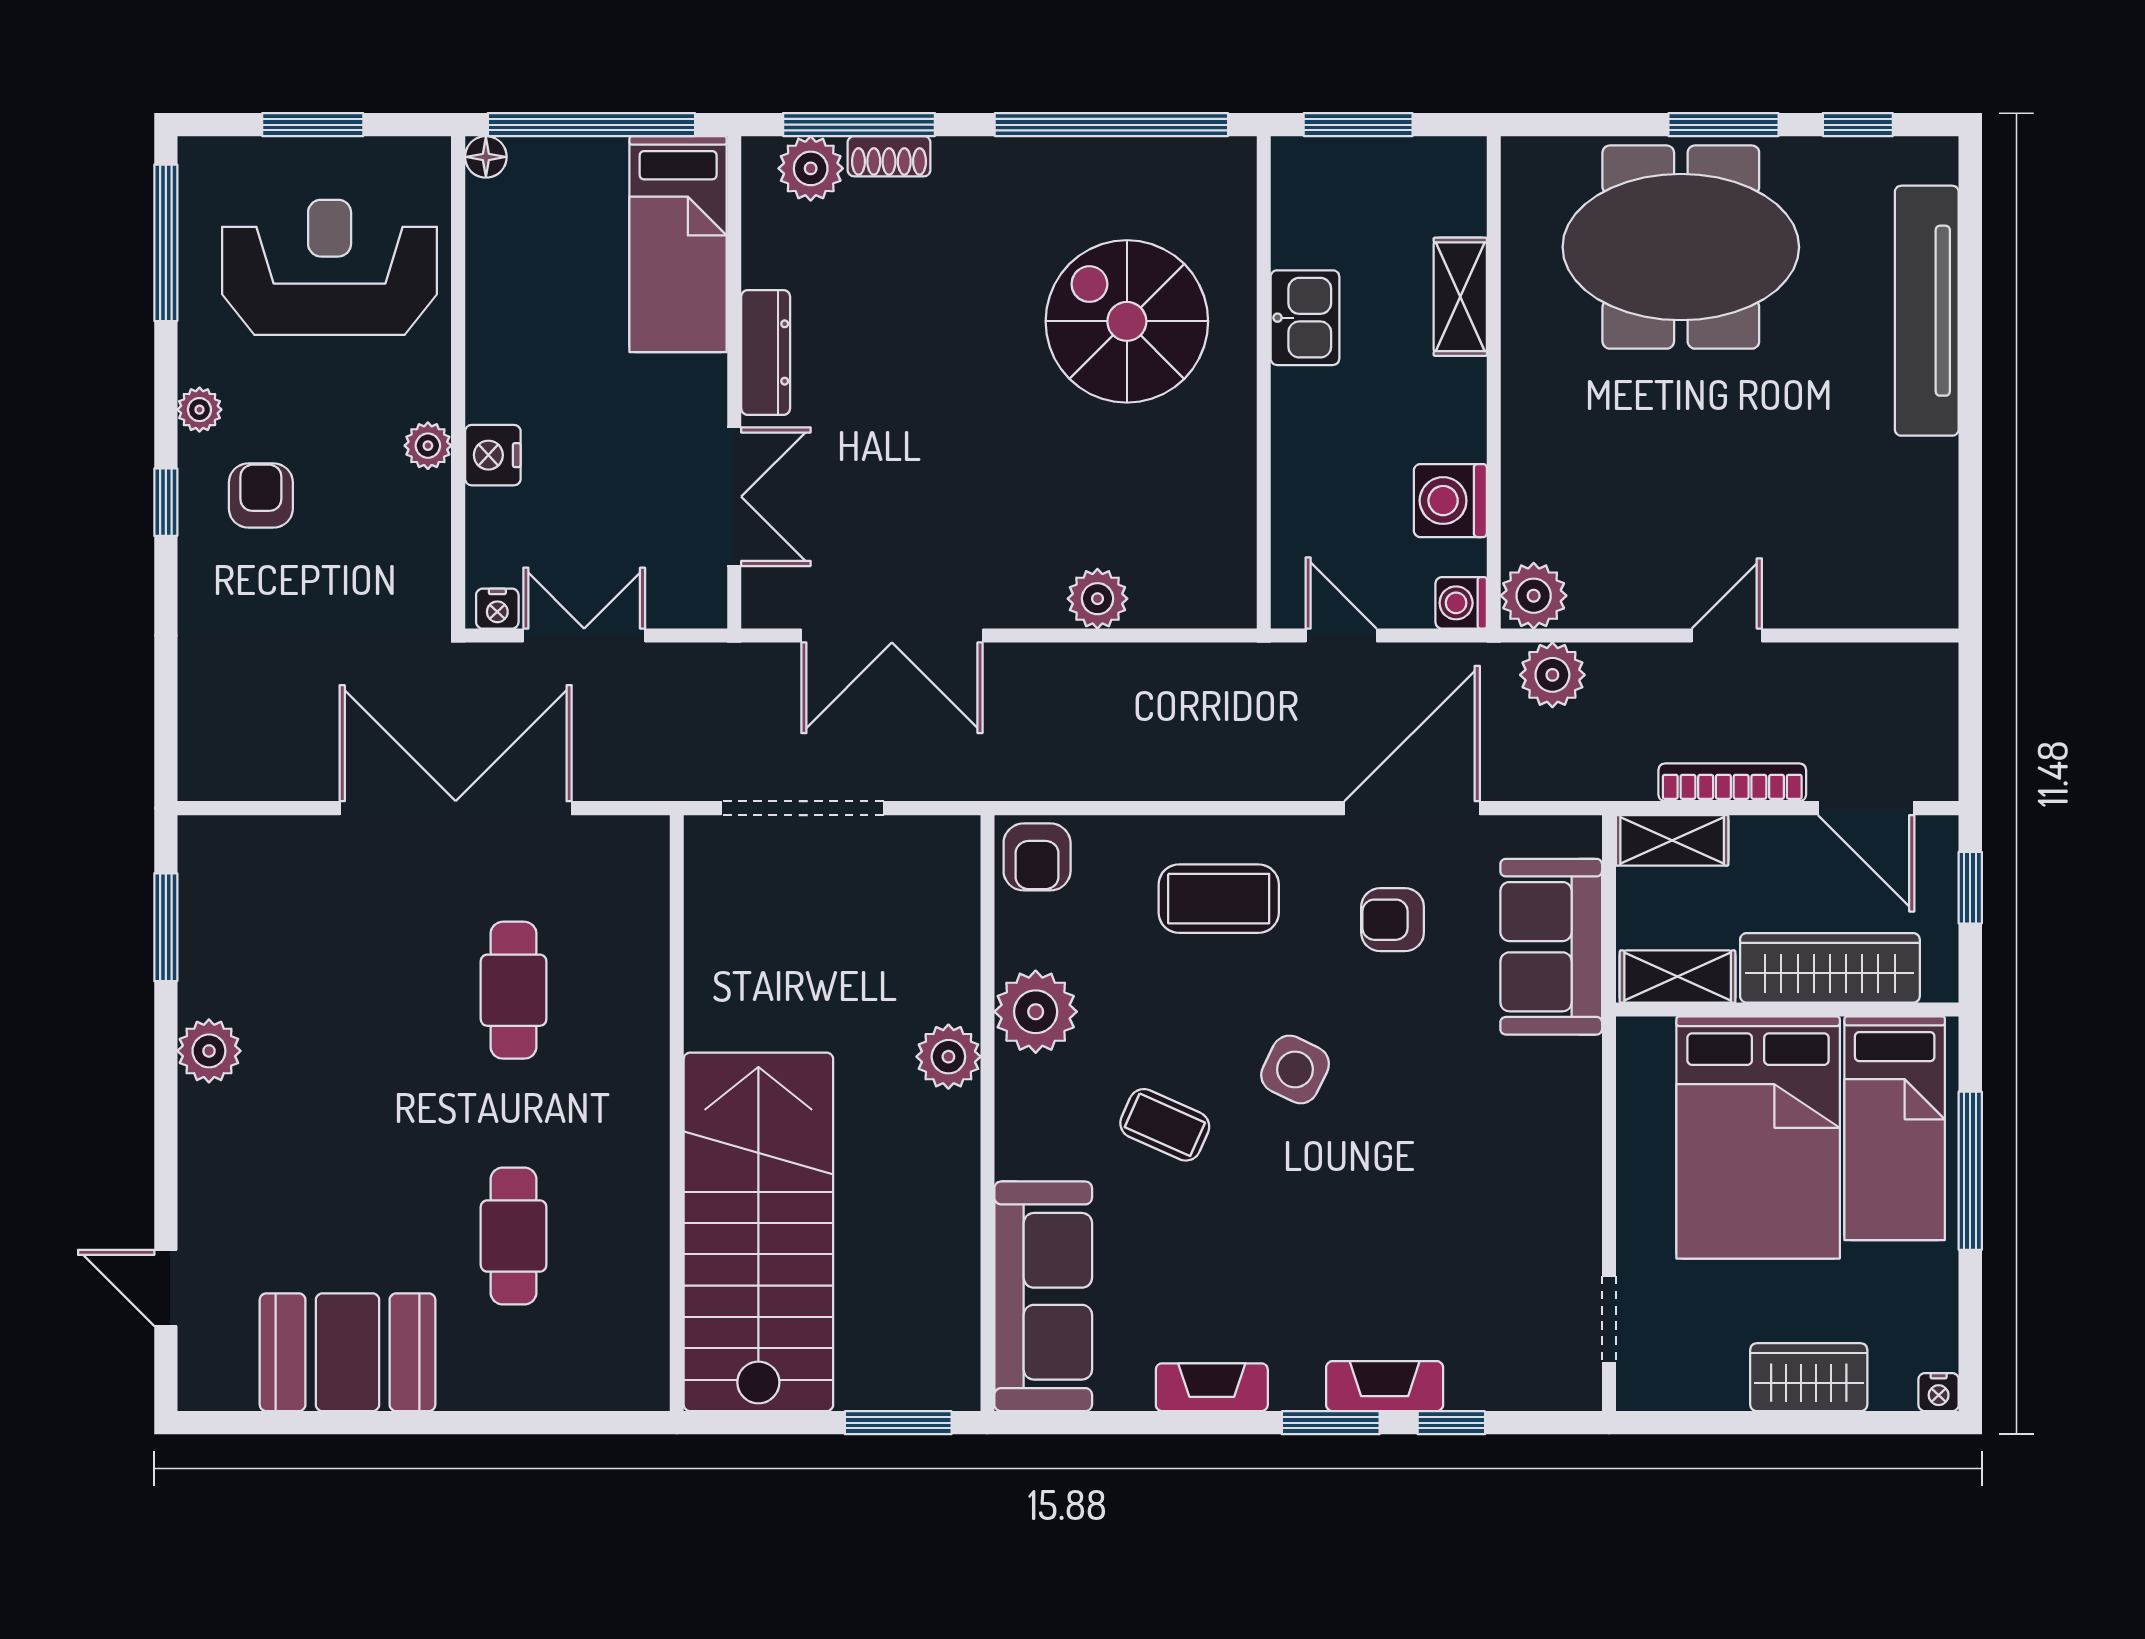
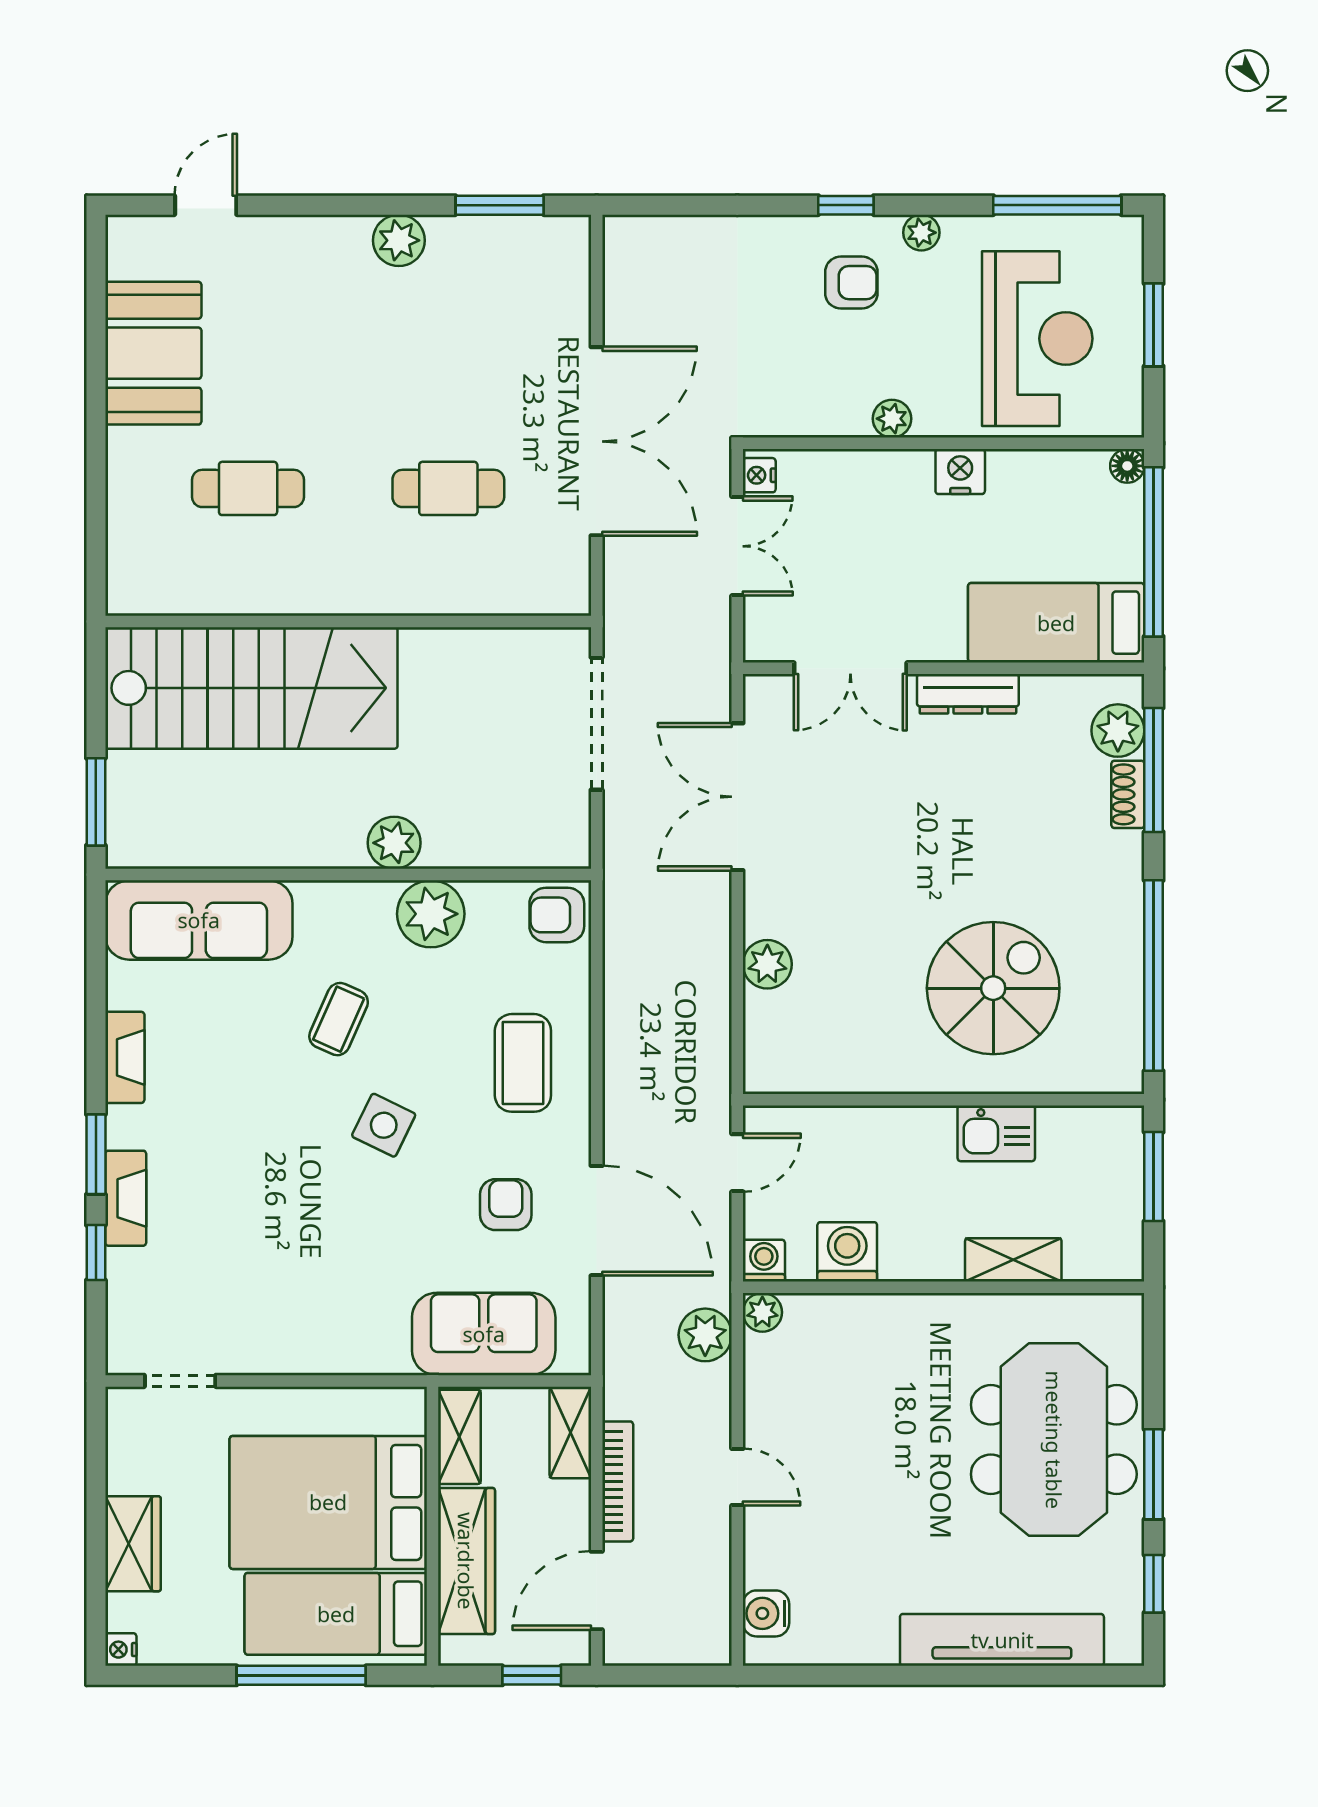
nightstand: (493, 455) -> (960, 472), moved
plant: (1534, 596) -> (762, 1312), width x0.73, depth x0.73
water cooler: (1894, 600) -> (766, 1613), added

